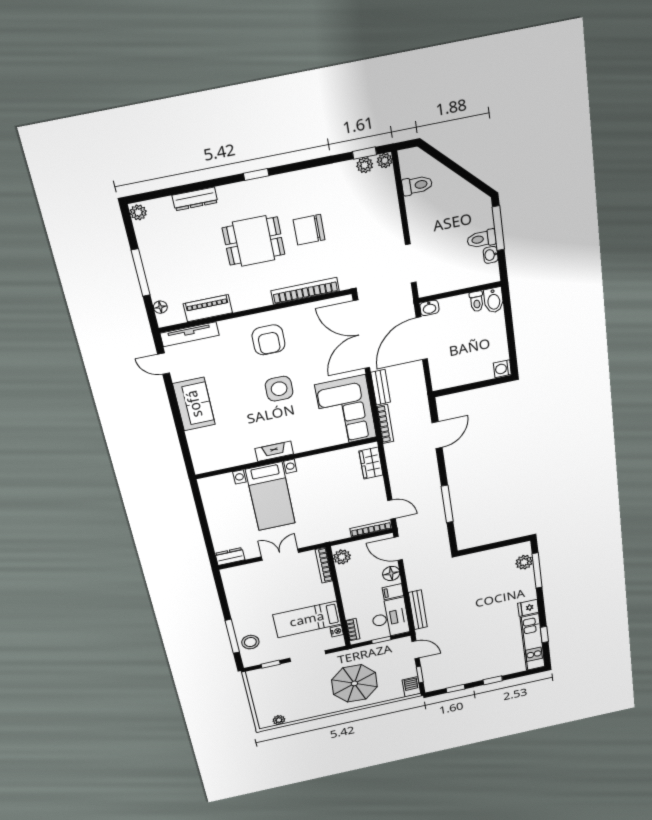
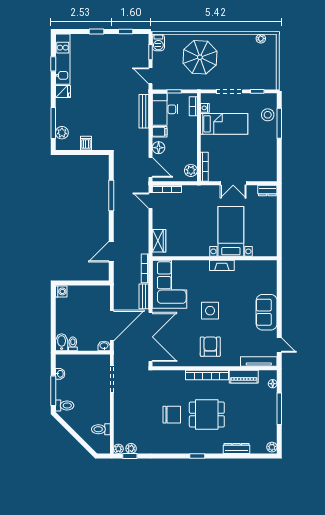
toilet: (482, 239) -> (65, 405), moved
bookcase: (305, 291) -> (207, 375), moved
dishwasher: (490, 557) -> (86, 143), added

